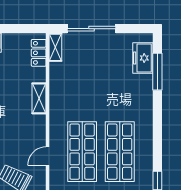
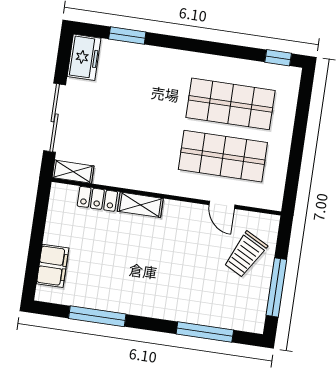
locker: (39, 53) -> (97, 199), moved
freezer: (143, 58) -> (84, 57), moved, turned -90
window: (157, 72) -> (127, 36), width x0.69

